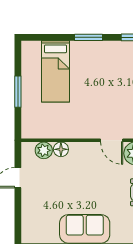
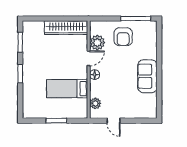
bed: (55, 71) -> (67, 89), moved, turned 180
floor lamp: (61, 149) -> (95, 75), moved

